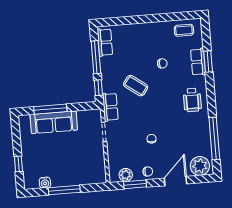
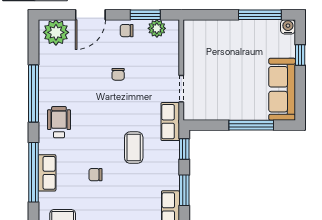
window: (96, 57) -> (184, 190), width x0.69
window: (208, 62) -> (33, 172), width x2.11
coffee table: (136, 86) -> (134, 148), turned 54
sofa: (54, 122) -> (282, 89), moved, turned -90
window: (214, 139) -> (33, 94), moved
water cooler: (45, 183) -> (288, 27), moved
window: (64, 190) -> (260, 15), moved

